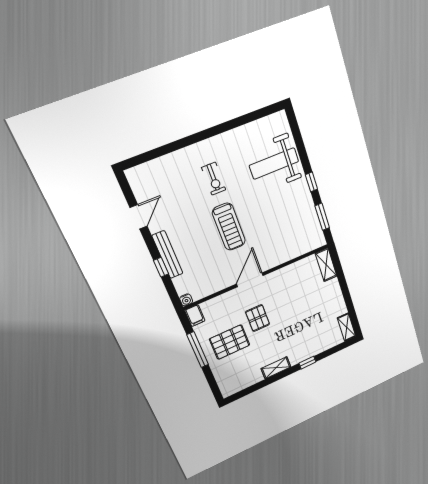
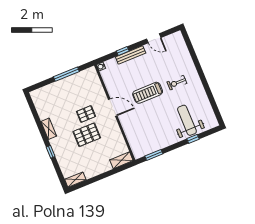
window: (311, 182) -> (193, 139), moved
filing cabinet: (195, 316) -> (90, 72), removed
pallet: (230, 342) -> (87, 135), moved, turned 90

